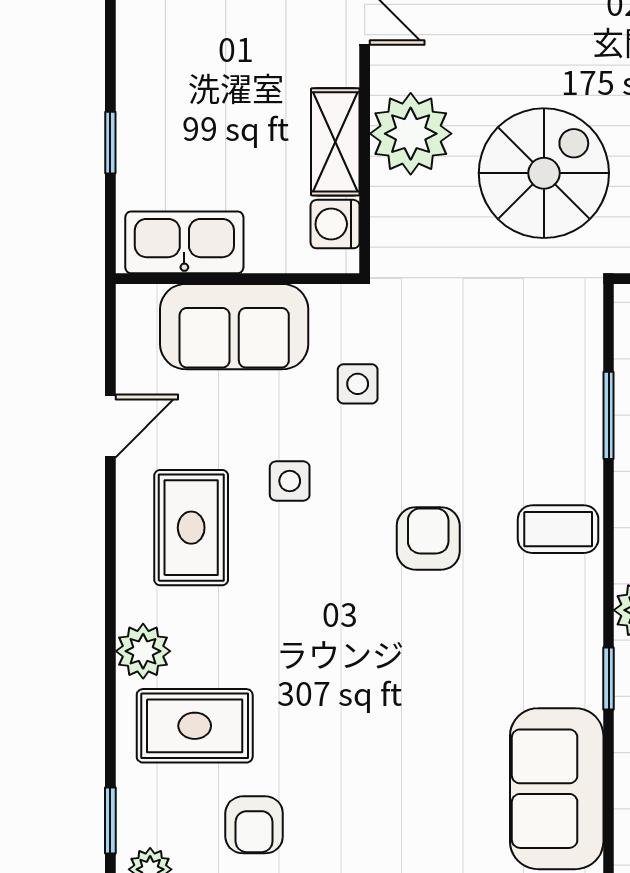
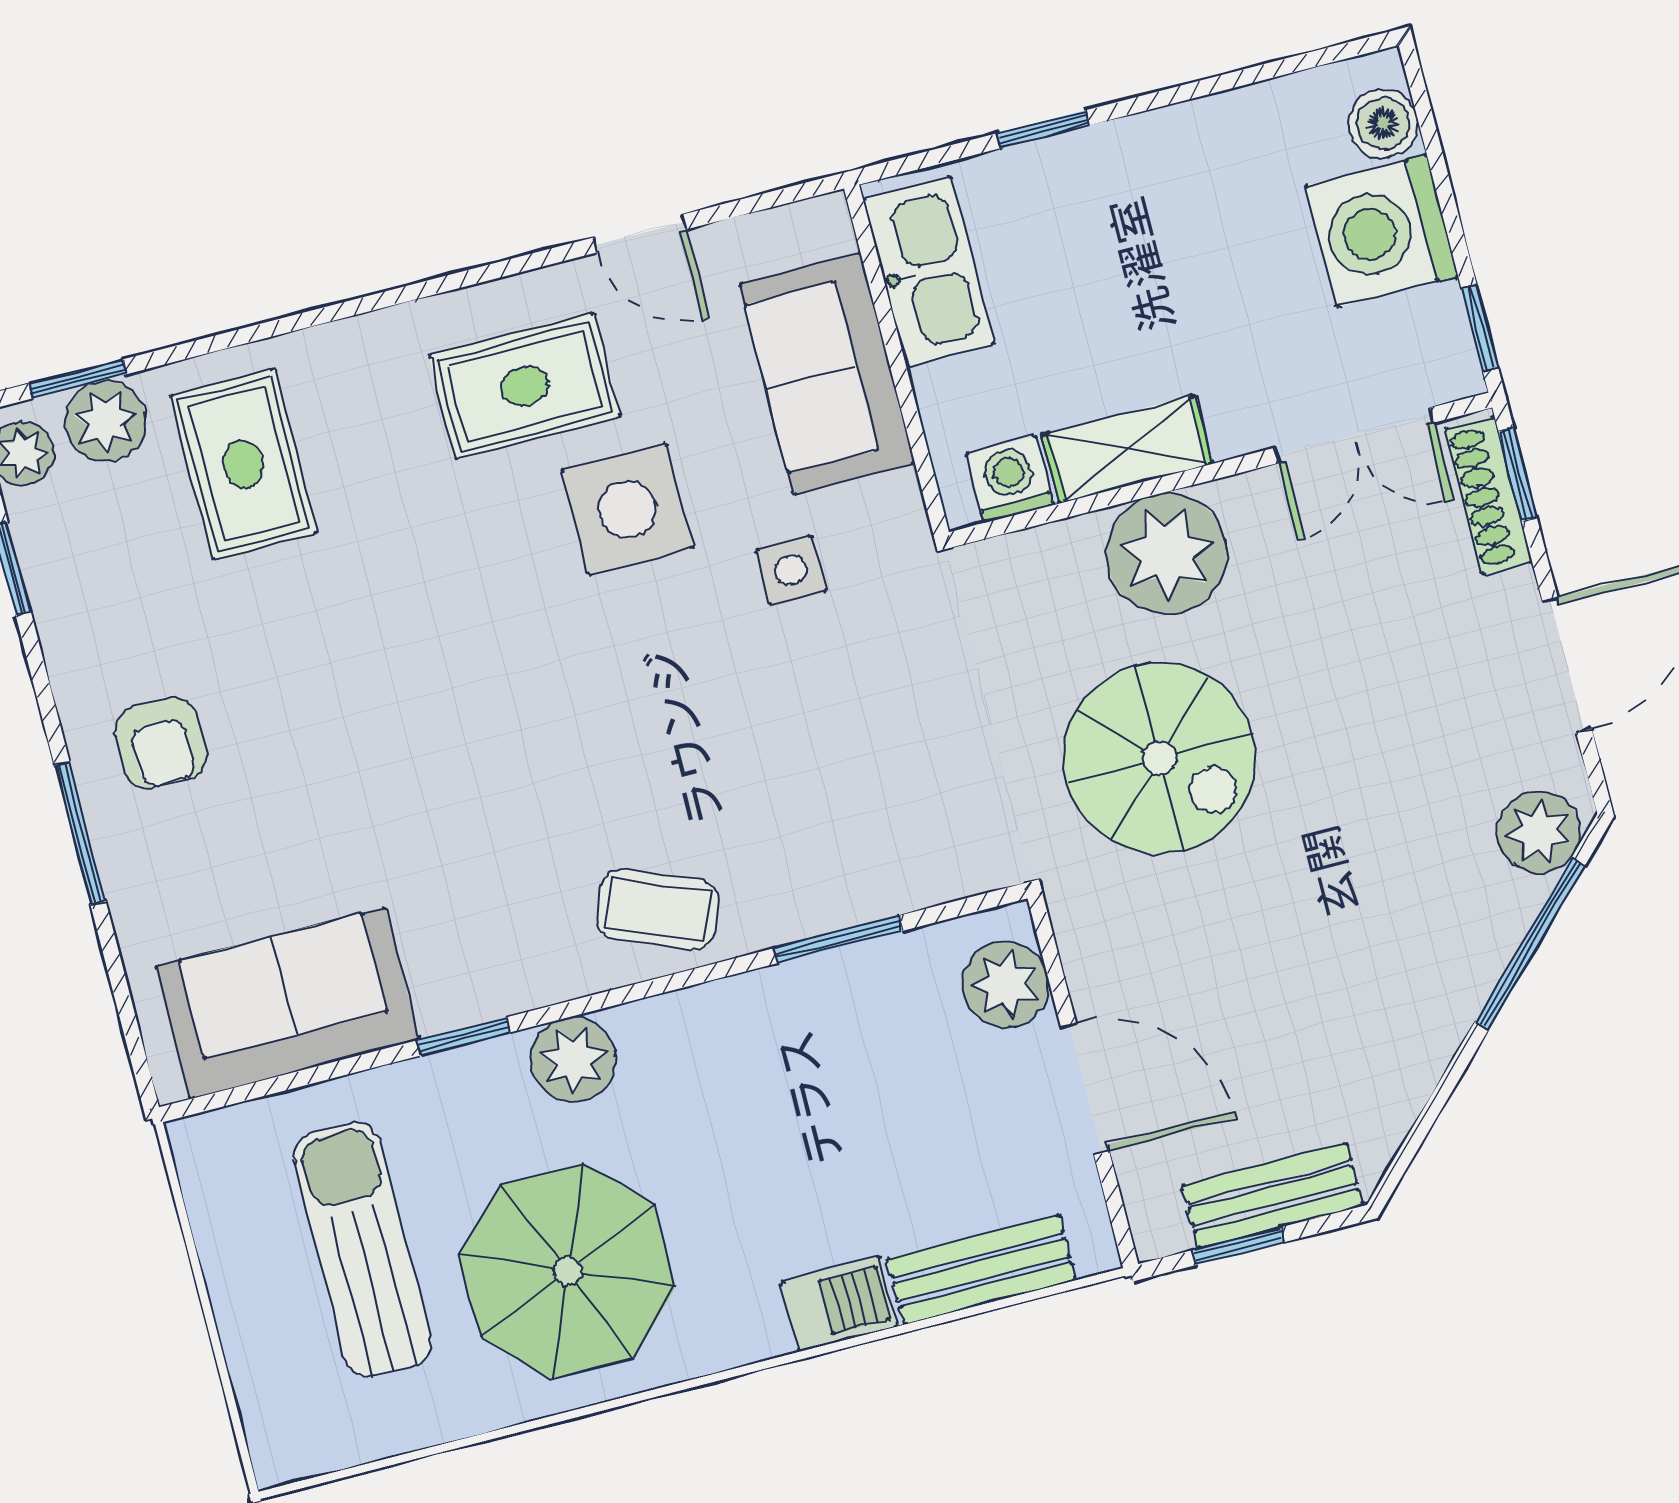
side table: (290, 481) -> (627, 509), width x1.87, depth x1.87
coffee table: (558, 529) -> (658, 909), turned -68
armchair: (428, 538) -> (597, 728), removed
plant: (143, 651) -> (106, 421), moved
armchair: (254, 825) -> (161, 743), moved, turned -90

